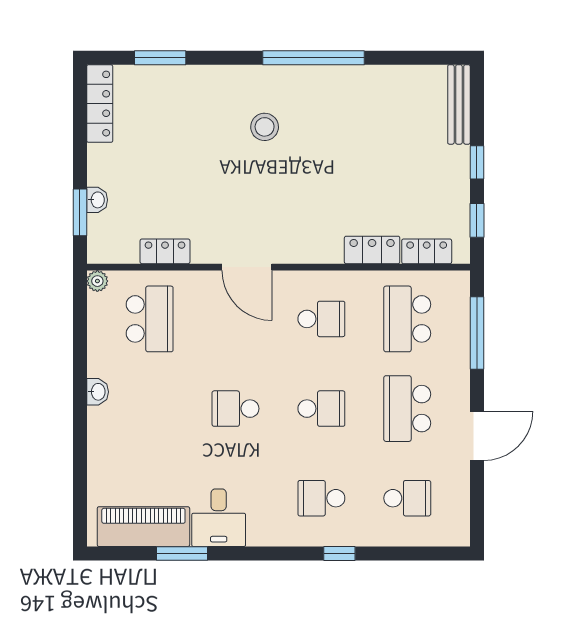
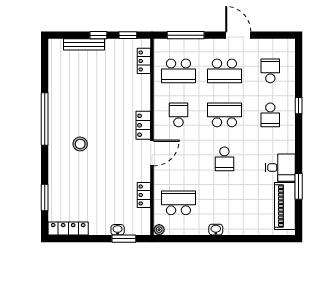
bench: (459, 104) -> (84, 44), moved
locker: (372, 250) -> (143, 125), moved
school desk: (321, 409) -> (224, 115), width x1.85

